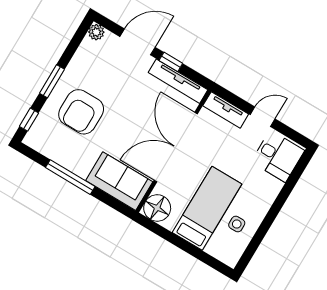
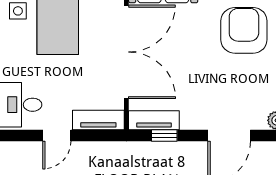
window: (171, 62) -> (164, 135), moved
tv unit: (178, 81) -> (154, 120), width x0.71

